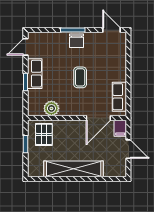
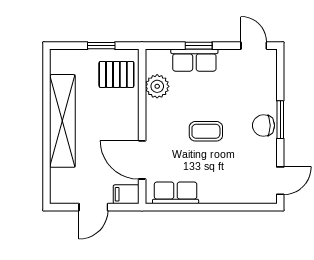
row of seats: (35, 74) -> (194, 60), moved

